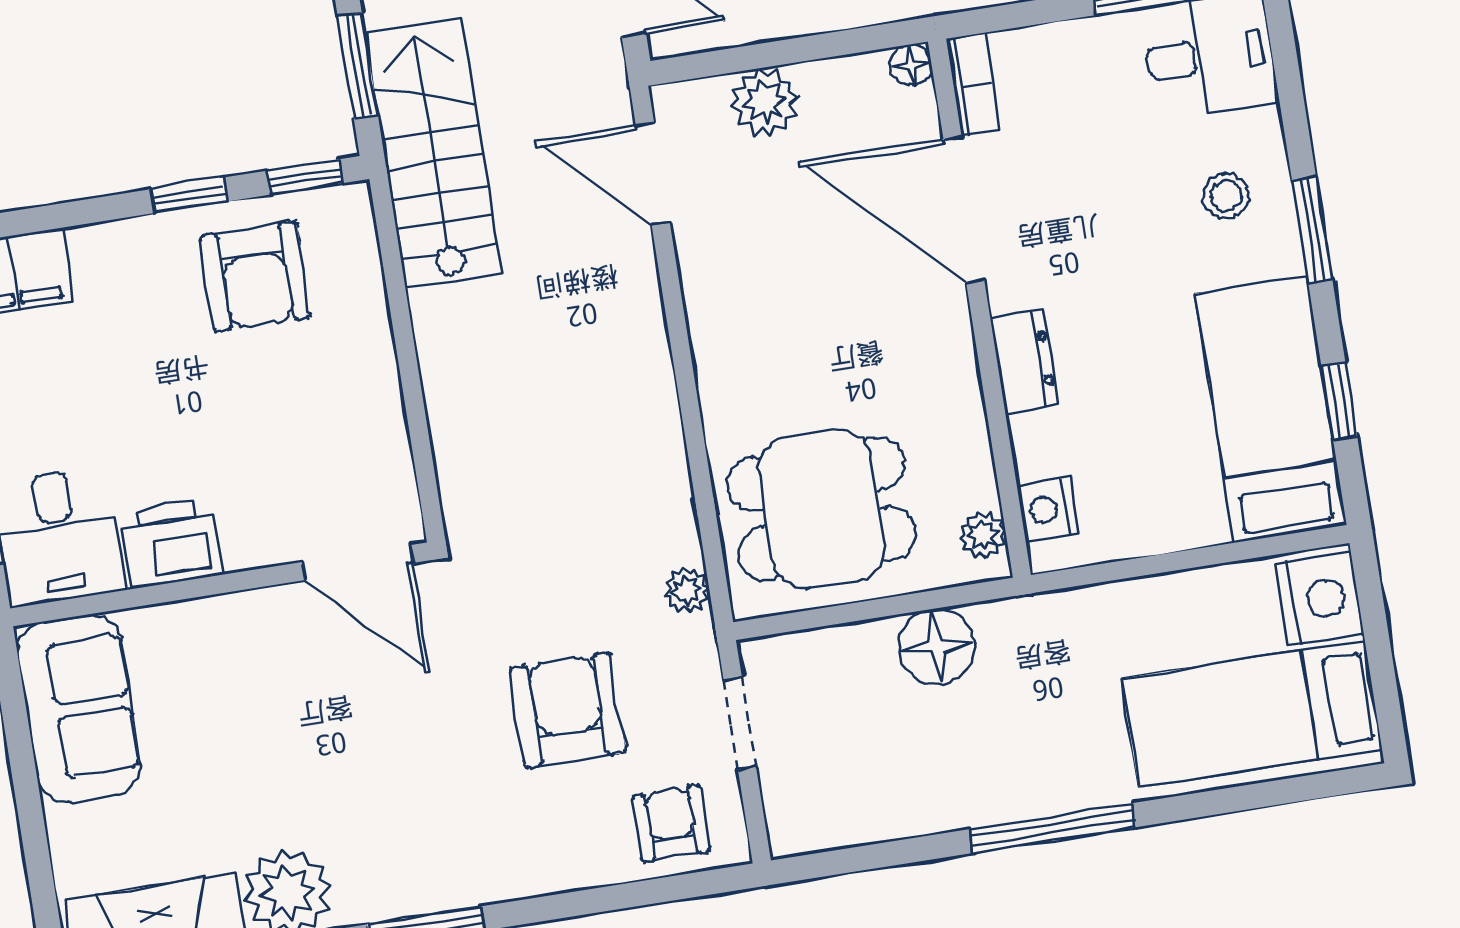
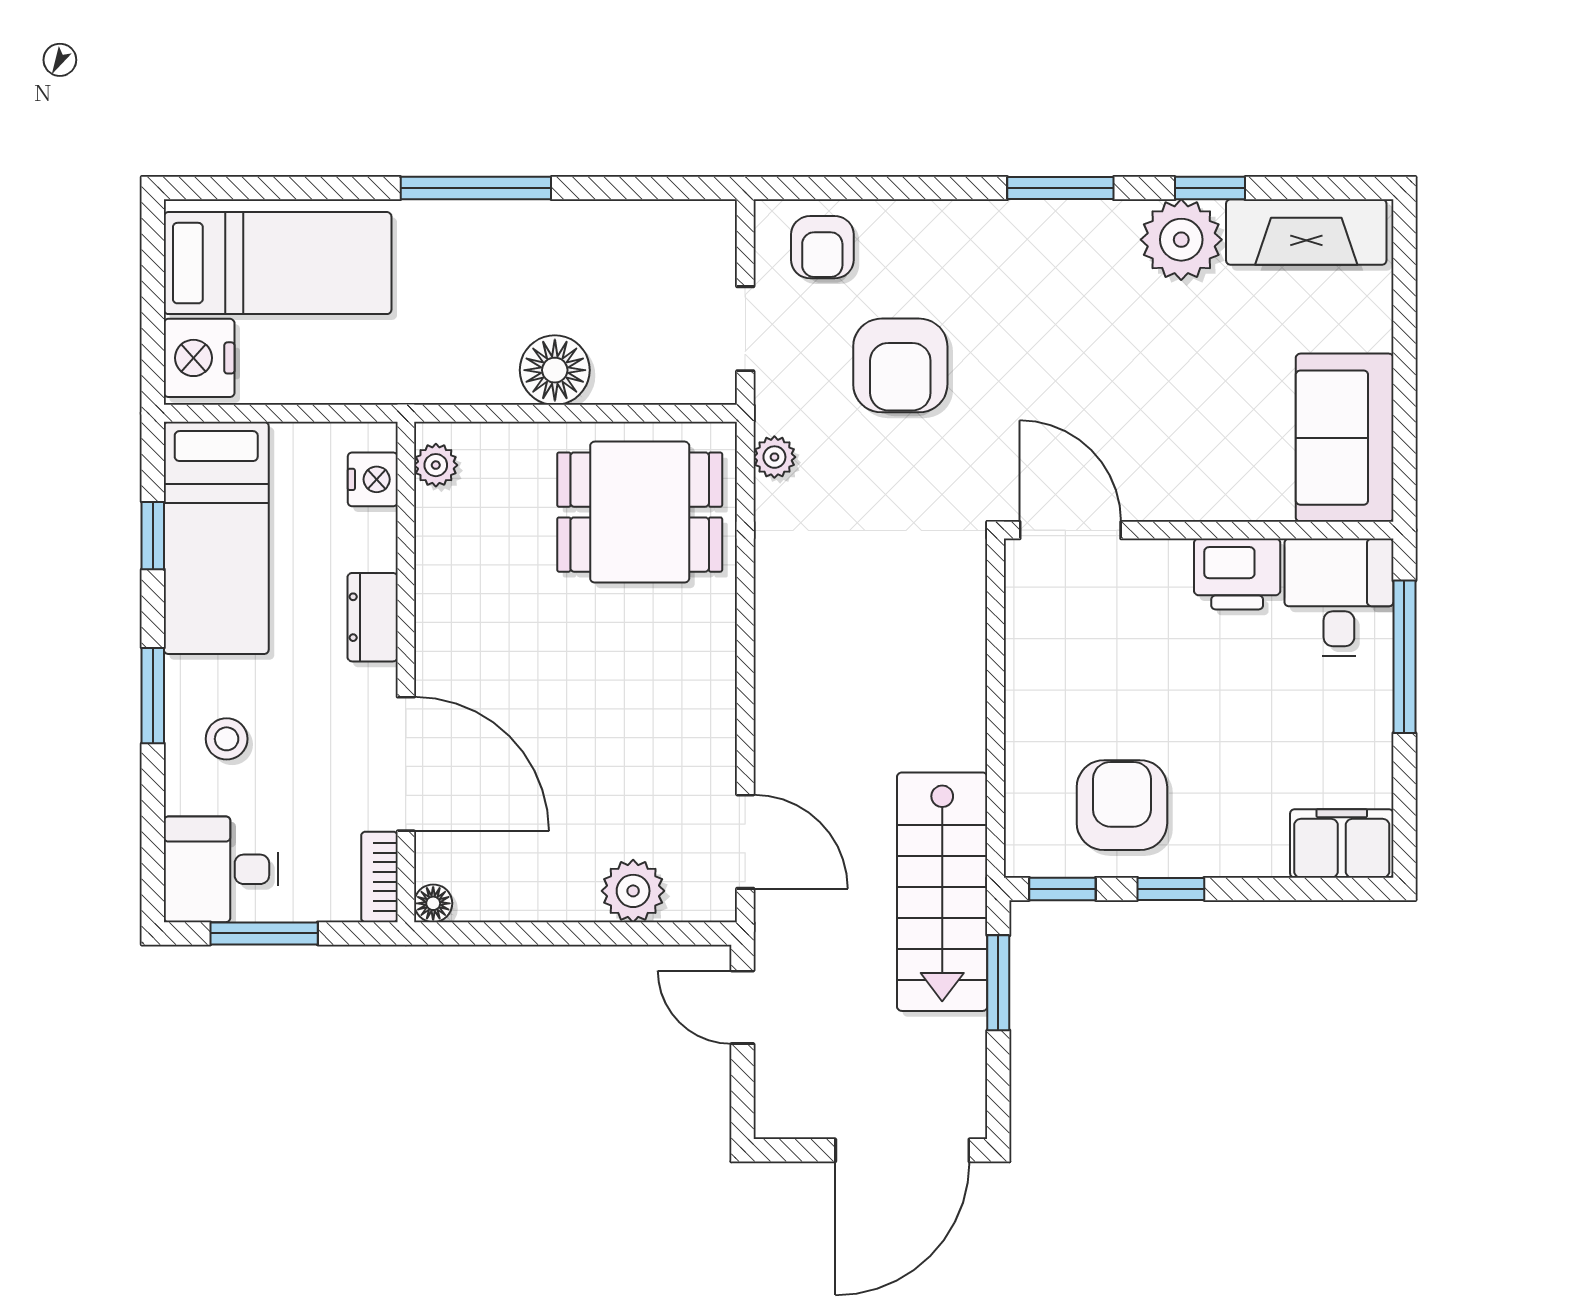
floor lamp: (911, 65) -> (433, 903), moved
bookcase: (973, 84) -> (379, 877), moved
door: (964, 210) -> (406, 764), moved
wall: (979, 308) -> (406, 672), moved
dresser: (1024, 361) -> (373, 617), moved
nightstand: (1048, 509) -> (373, 479), moved
plant: (983, 535) -> (436, 465), moved

